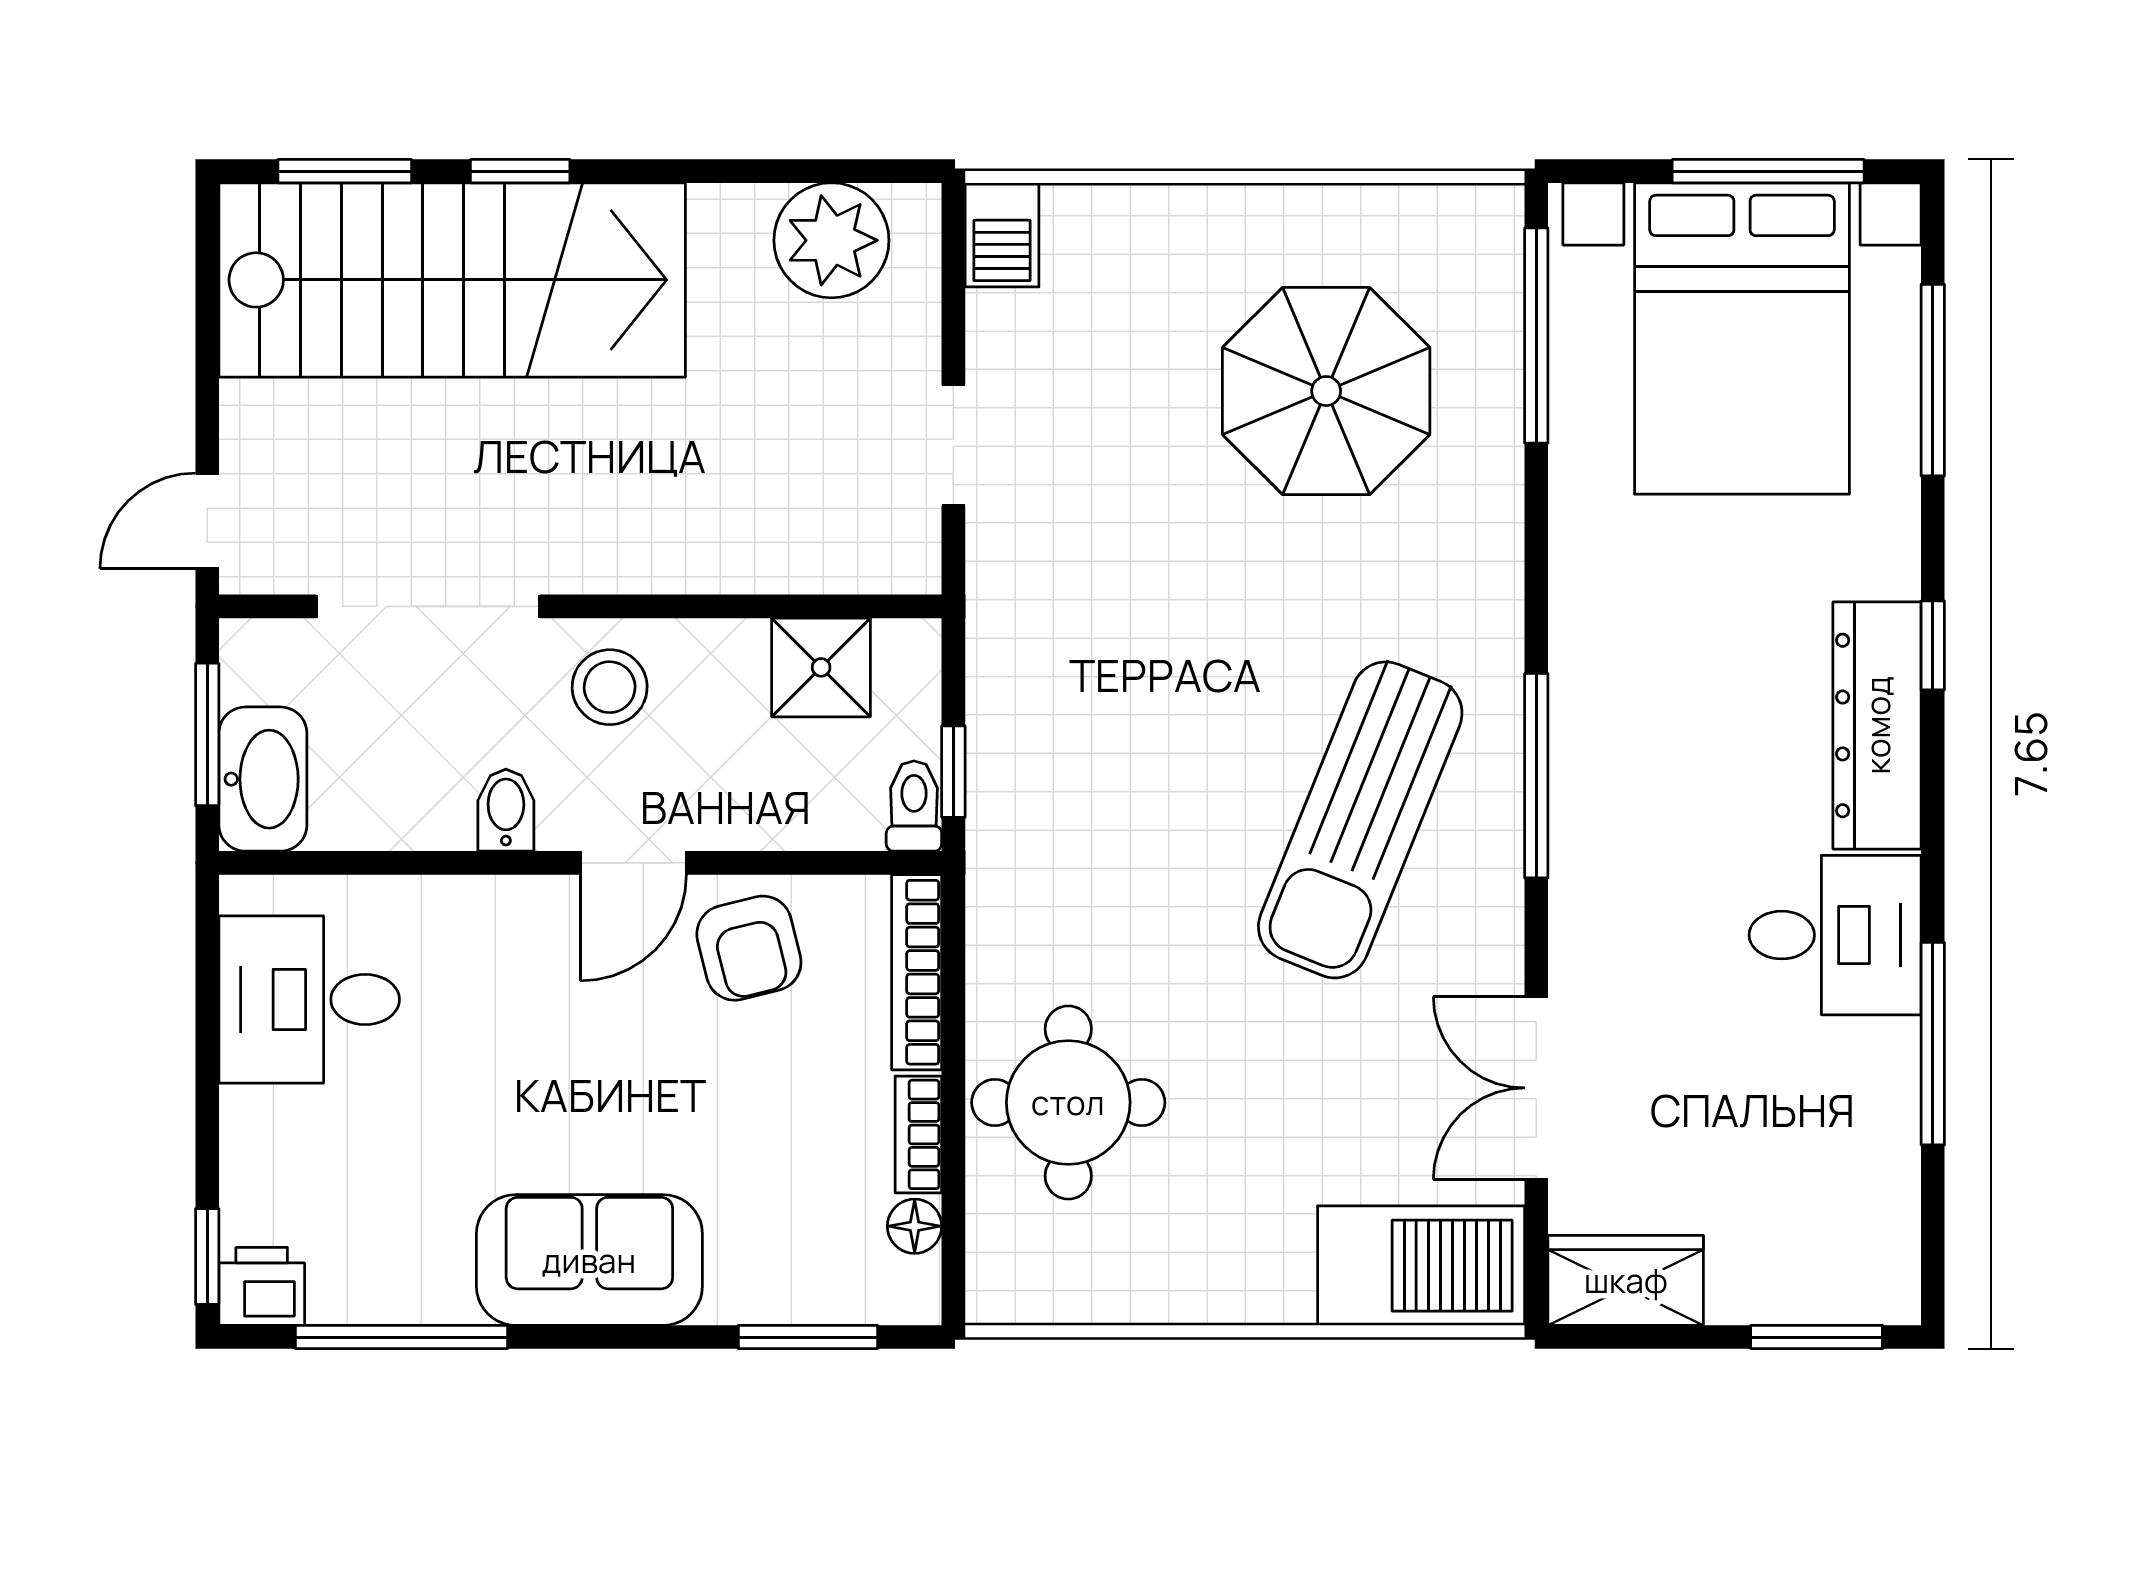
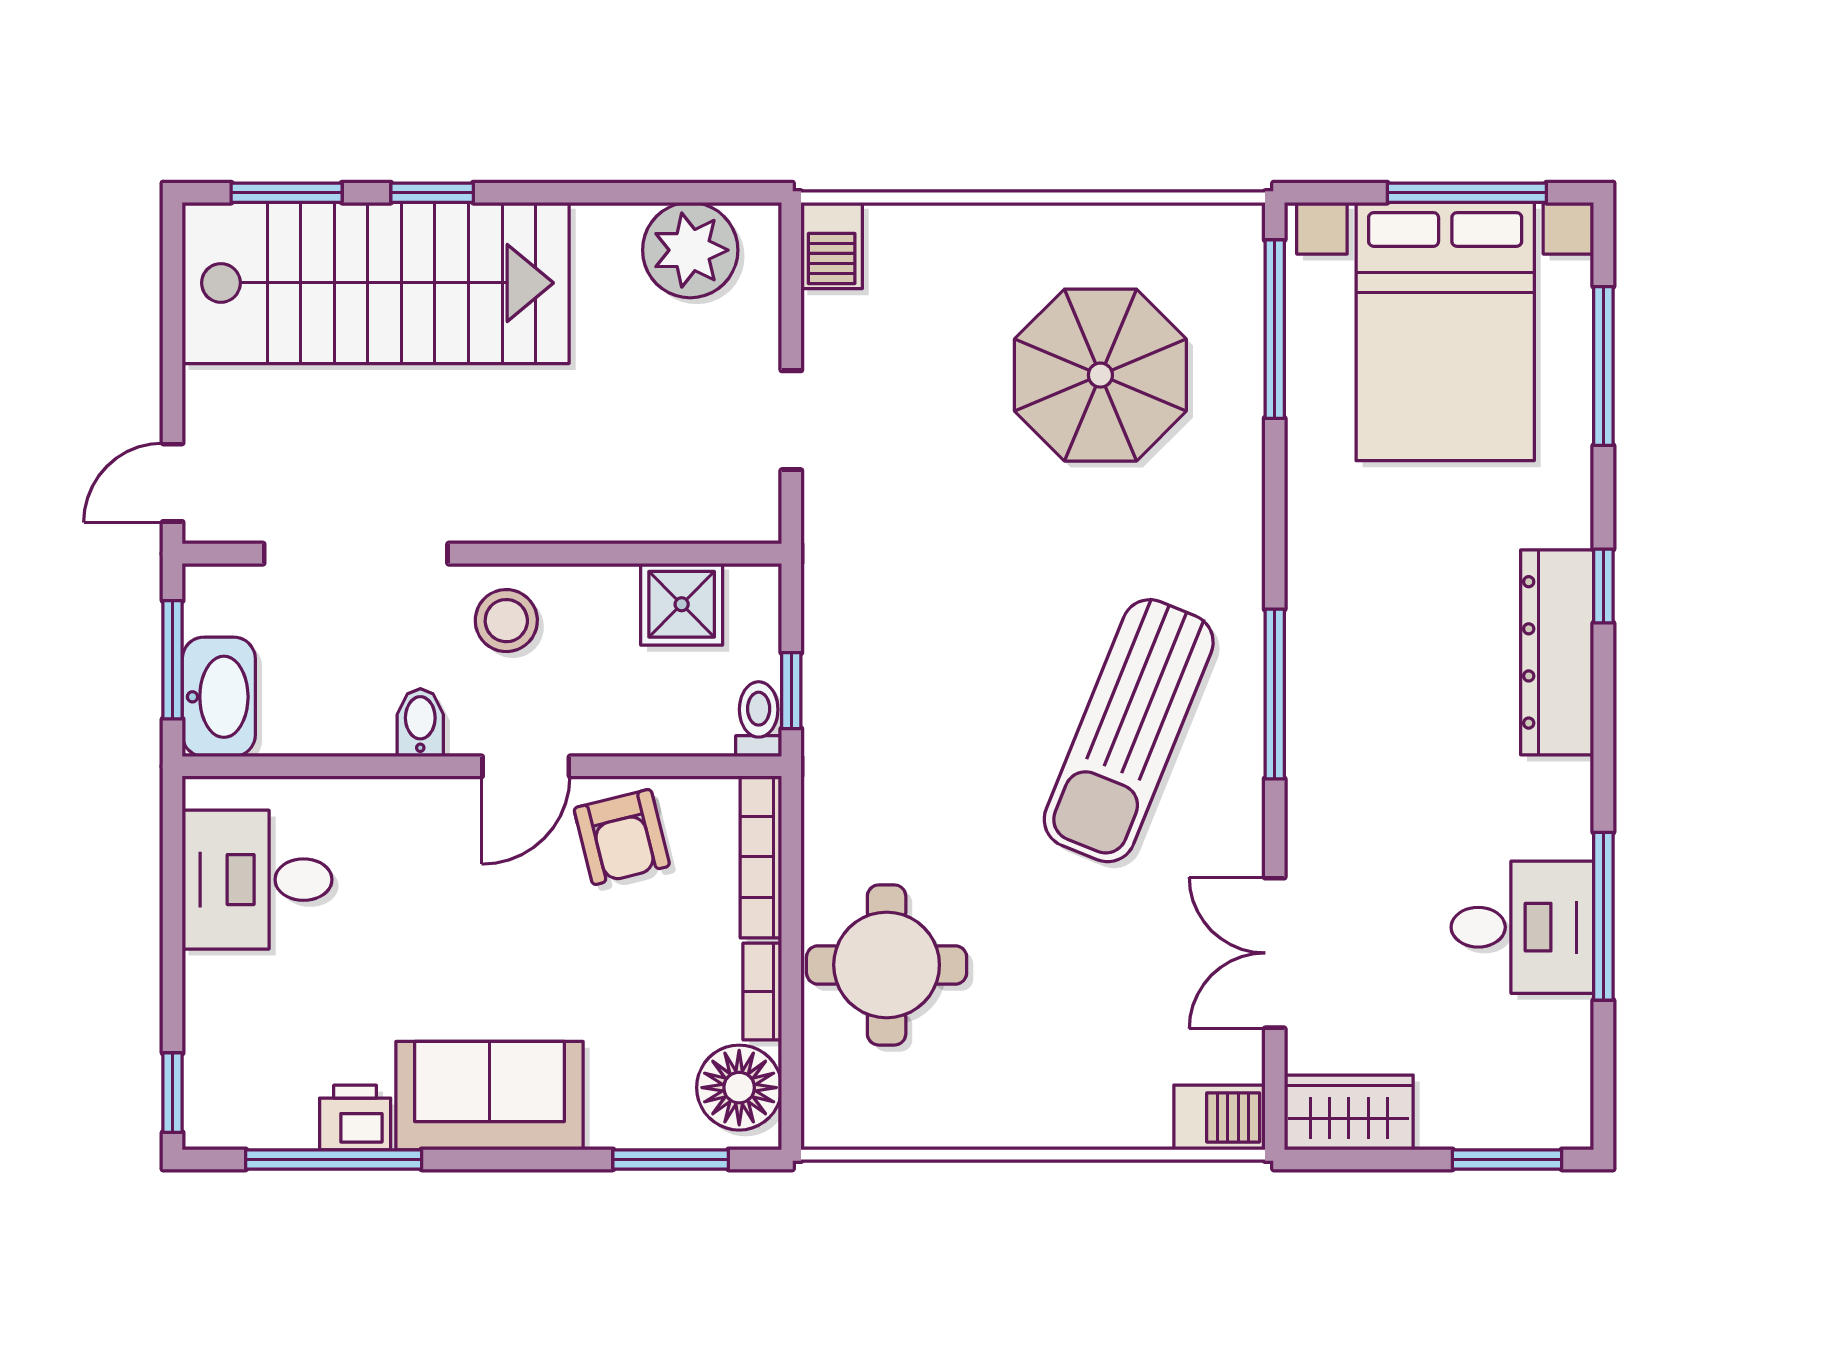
desk: (1835, 935) -> (1522, 927), moved
floor lamp: (915, 1226) -> (739, 1088), width x1.89, depth x1.89
barbecue: (1421, 1266) -> (1219, 1117), width x0.53, depth x0.65
printer: (262, 1286) -> (355, 1117), moved

